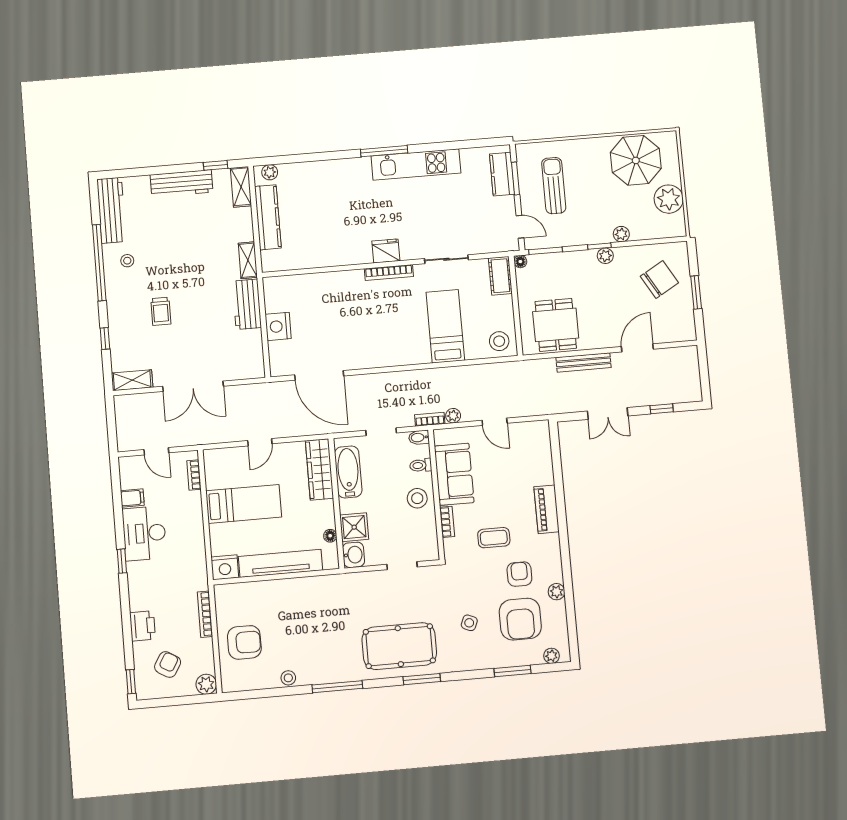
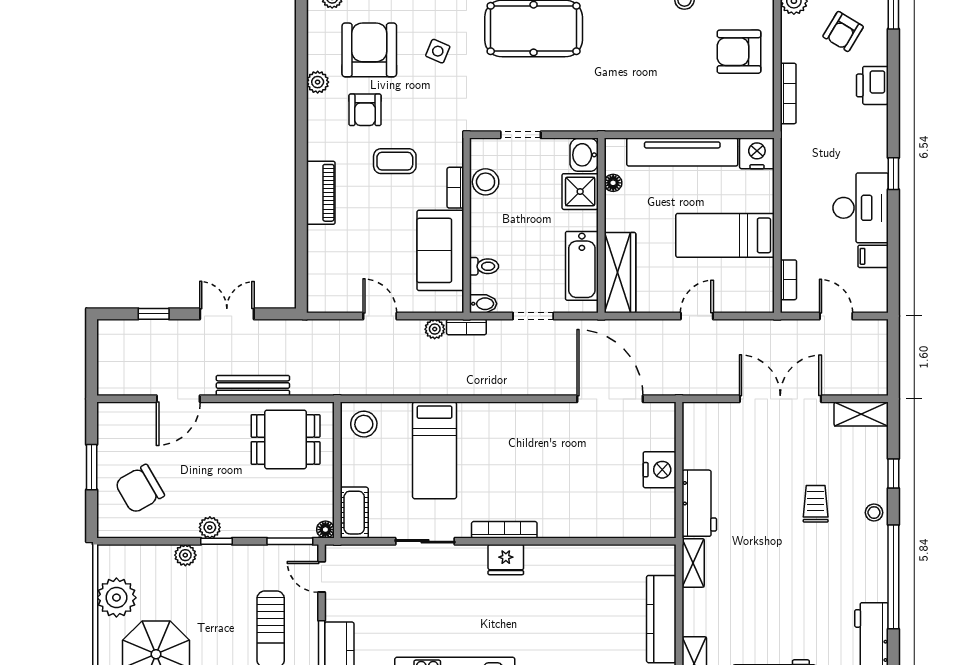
stool: (127, 261) -> (874, 513), moved
dining table: (556, 325) -> (286, 439), turned 90
stool: (417, 498) -> (486, 182), moved

